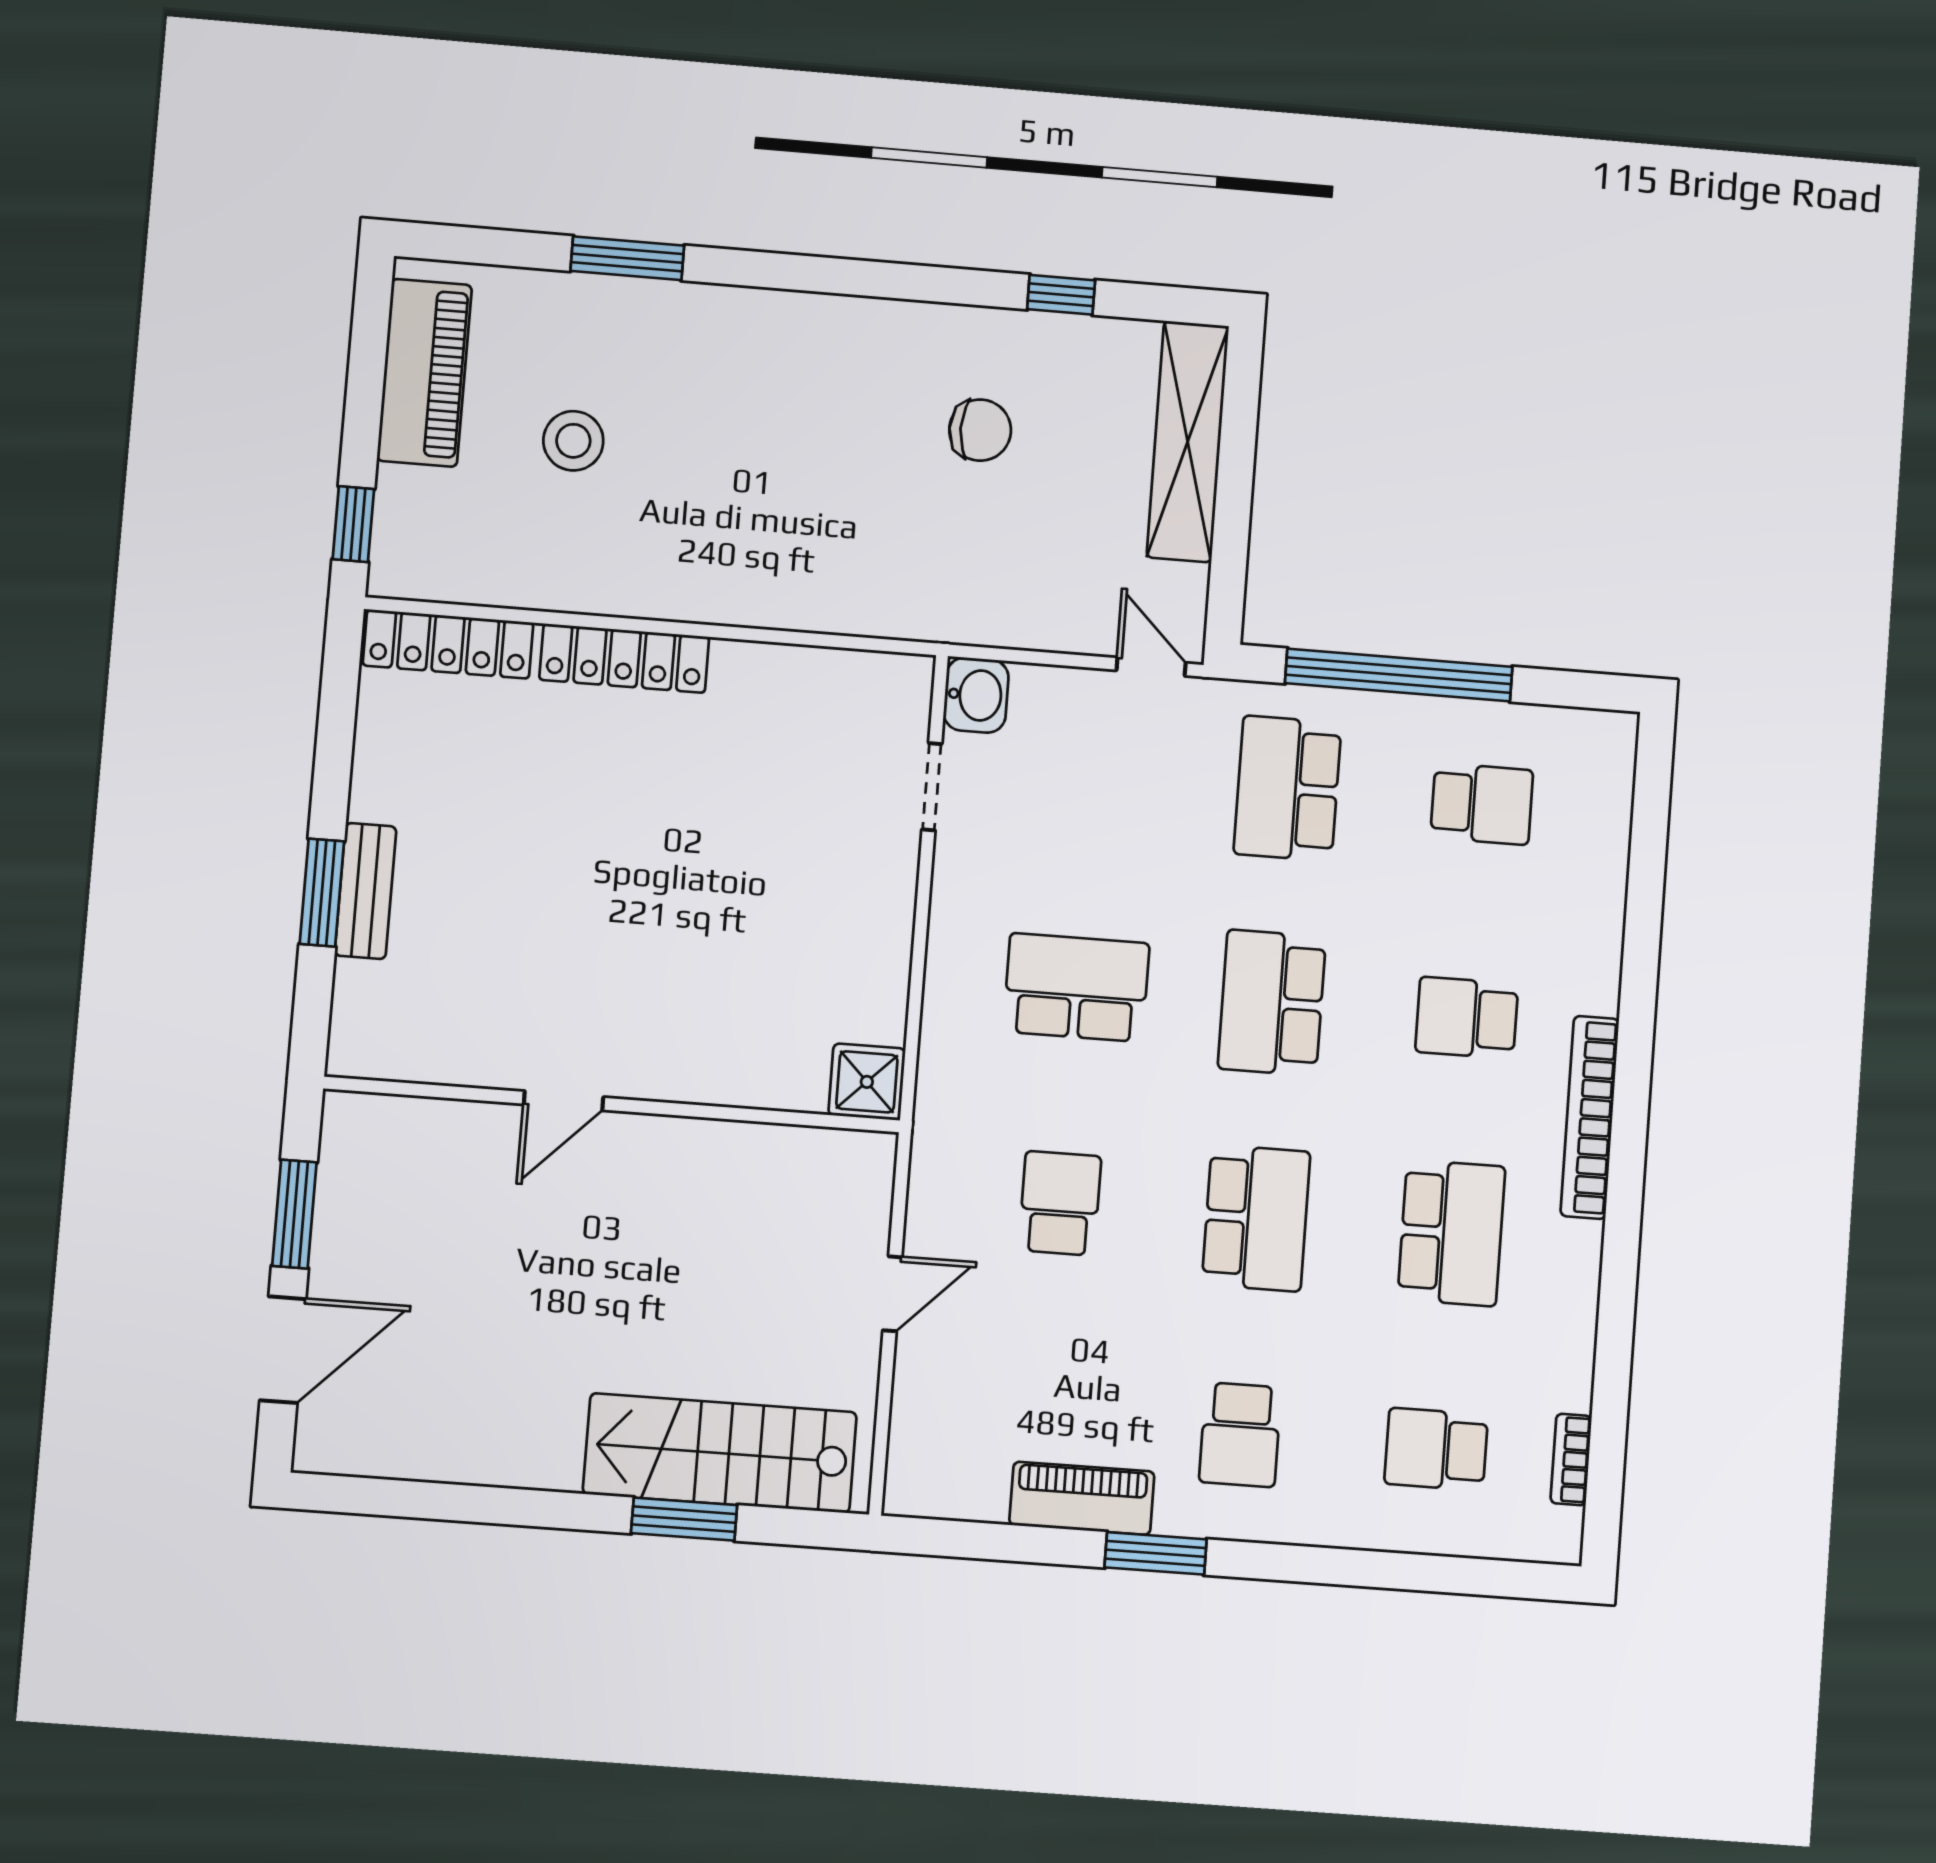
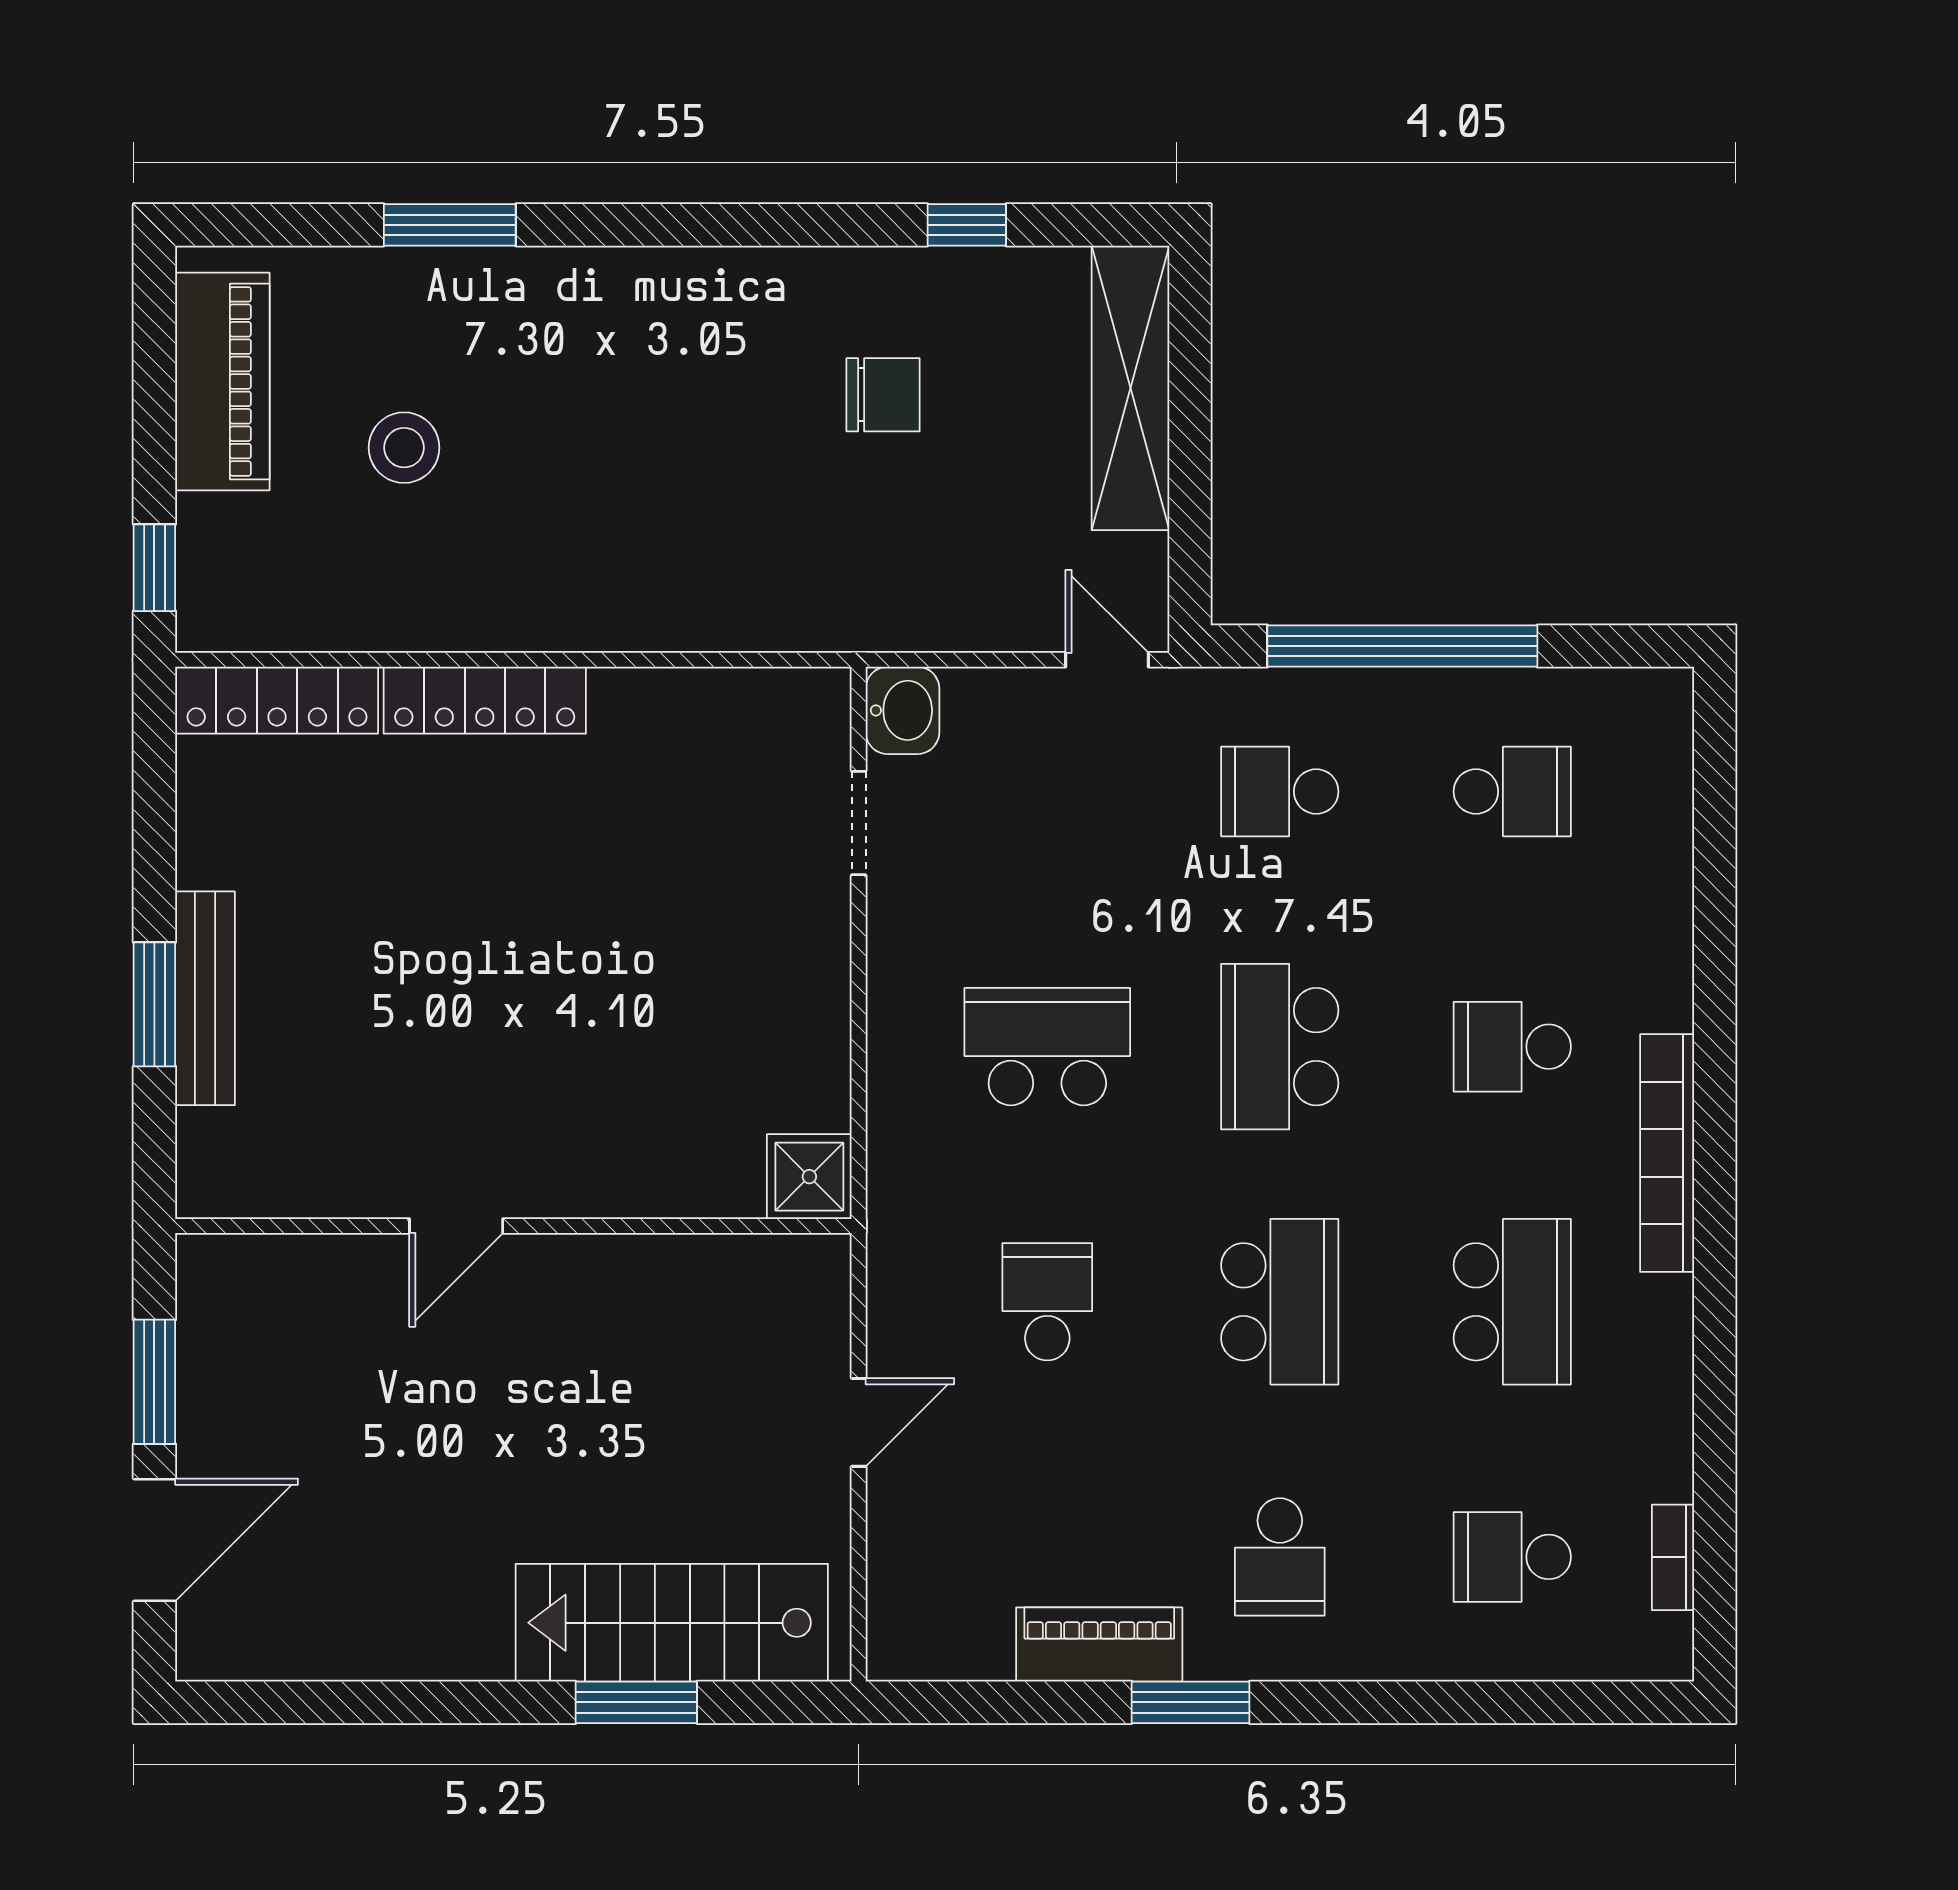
school desk: (1288, 788) -> (1280, 791), width x0.54
bench: (366, 891) -> (205, 998), width x1.36

